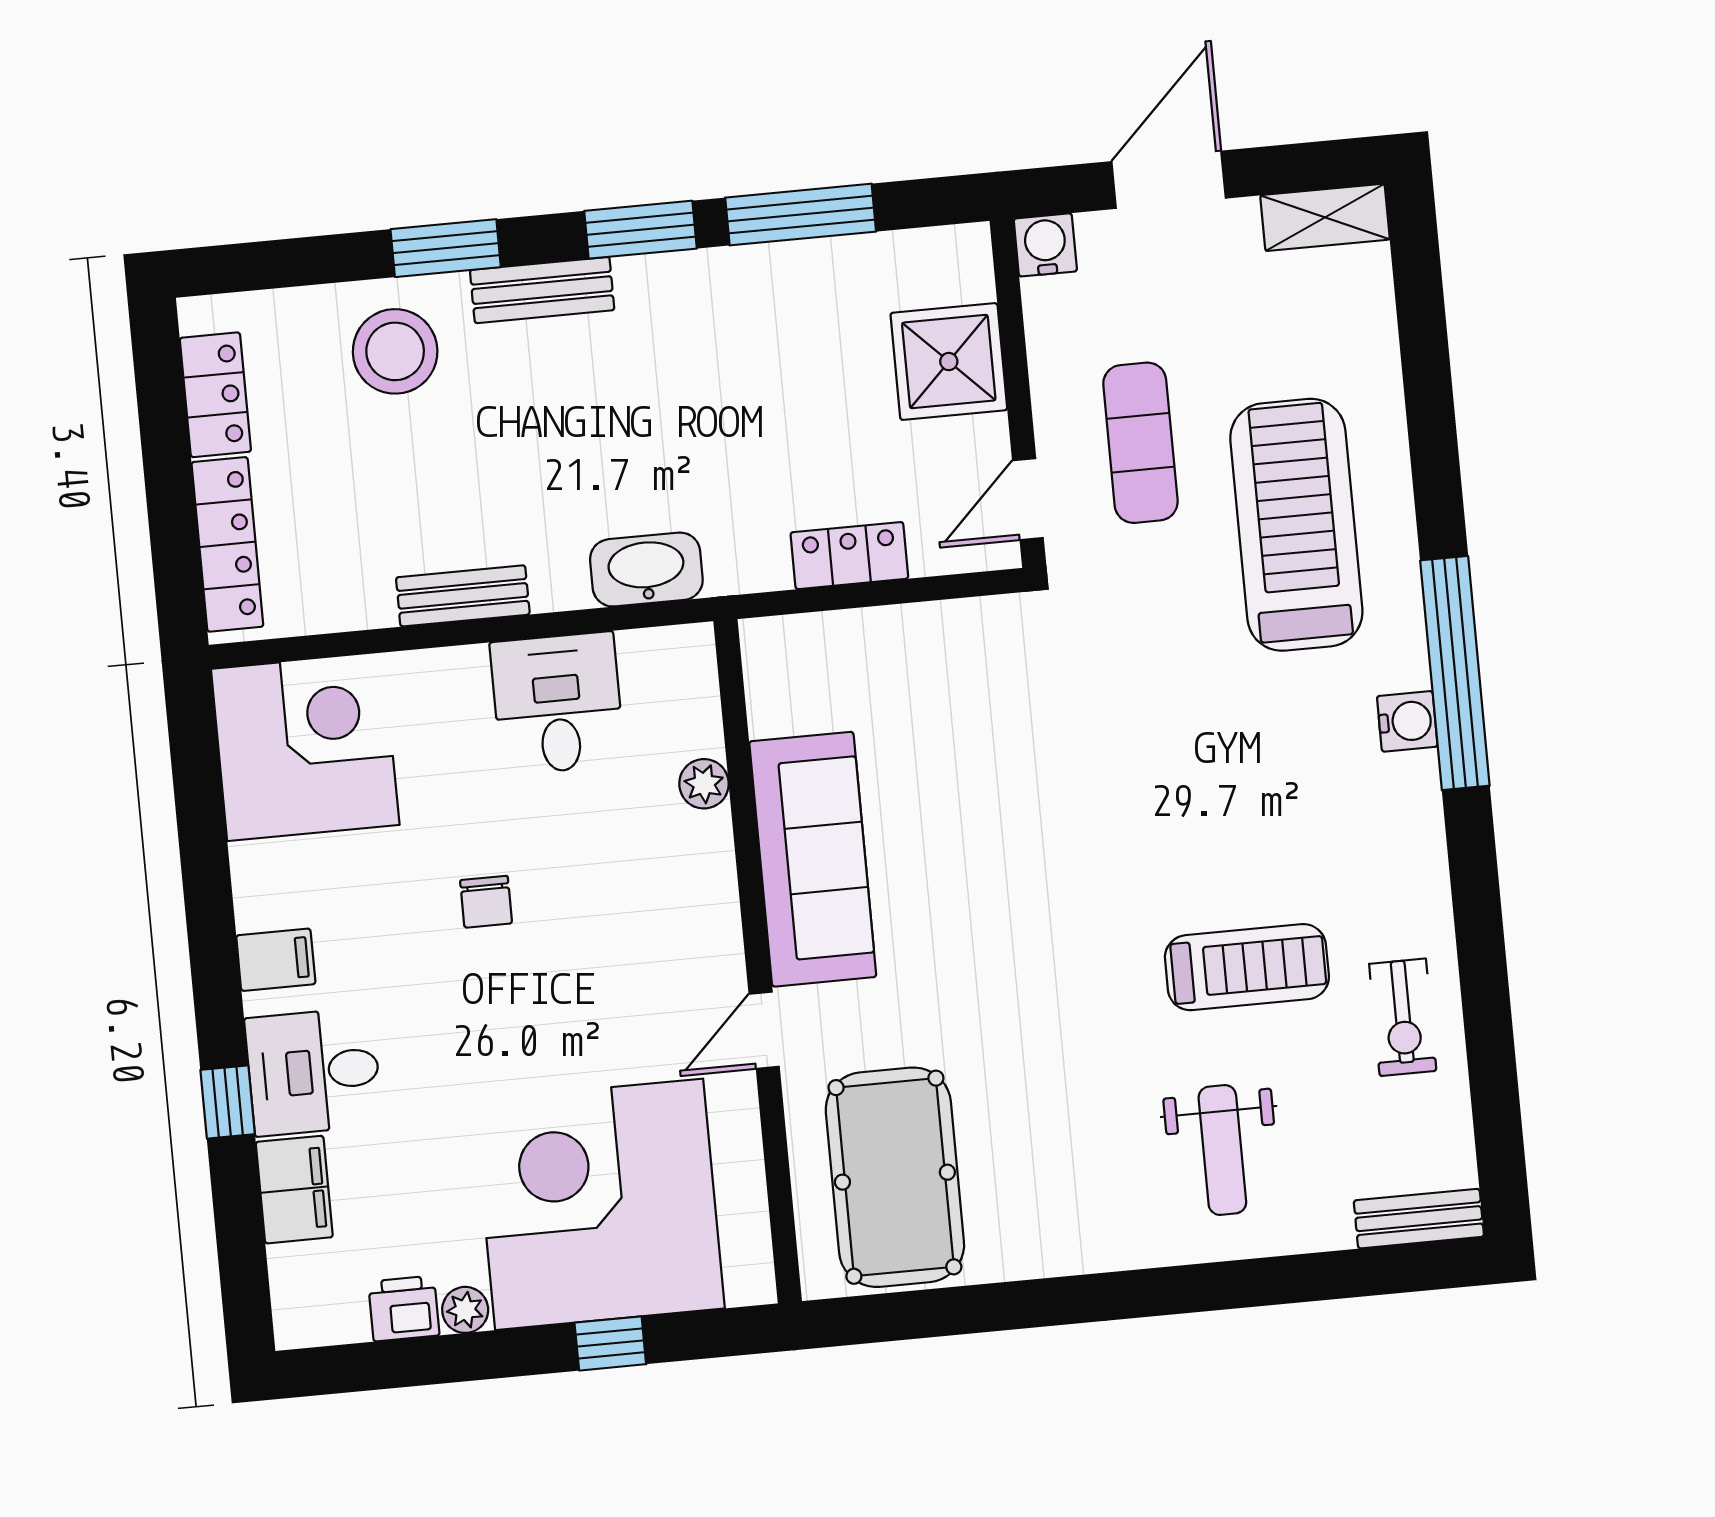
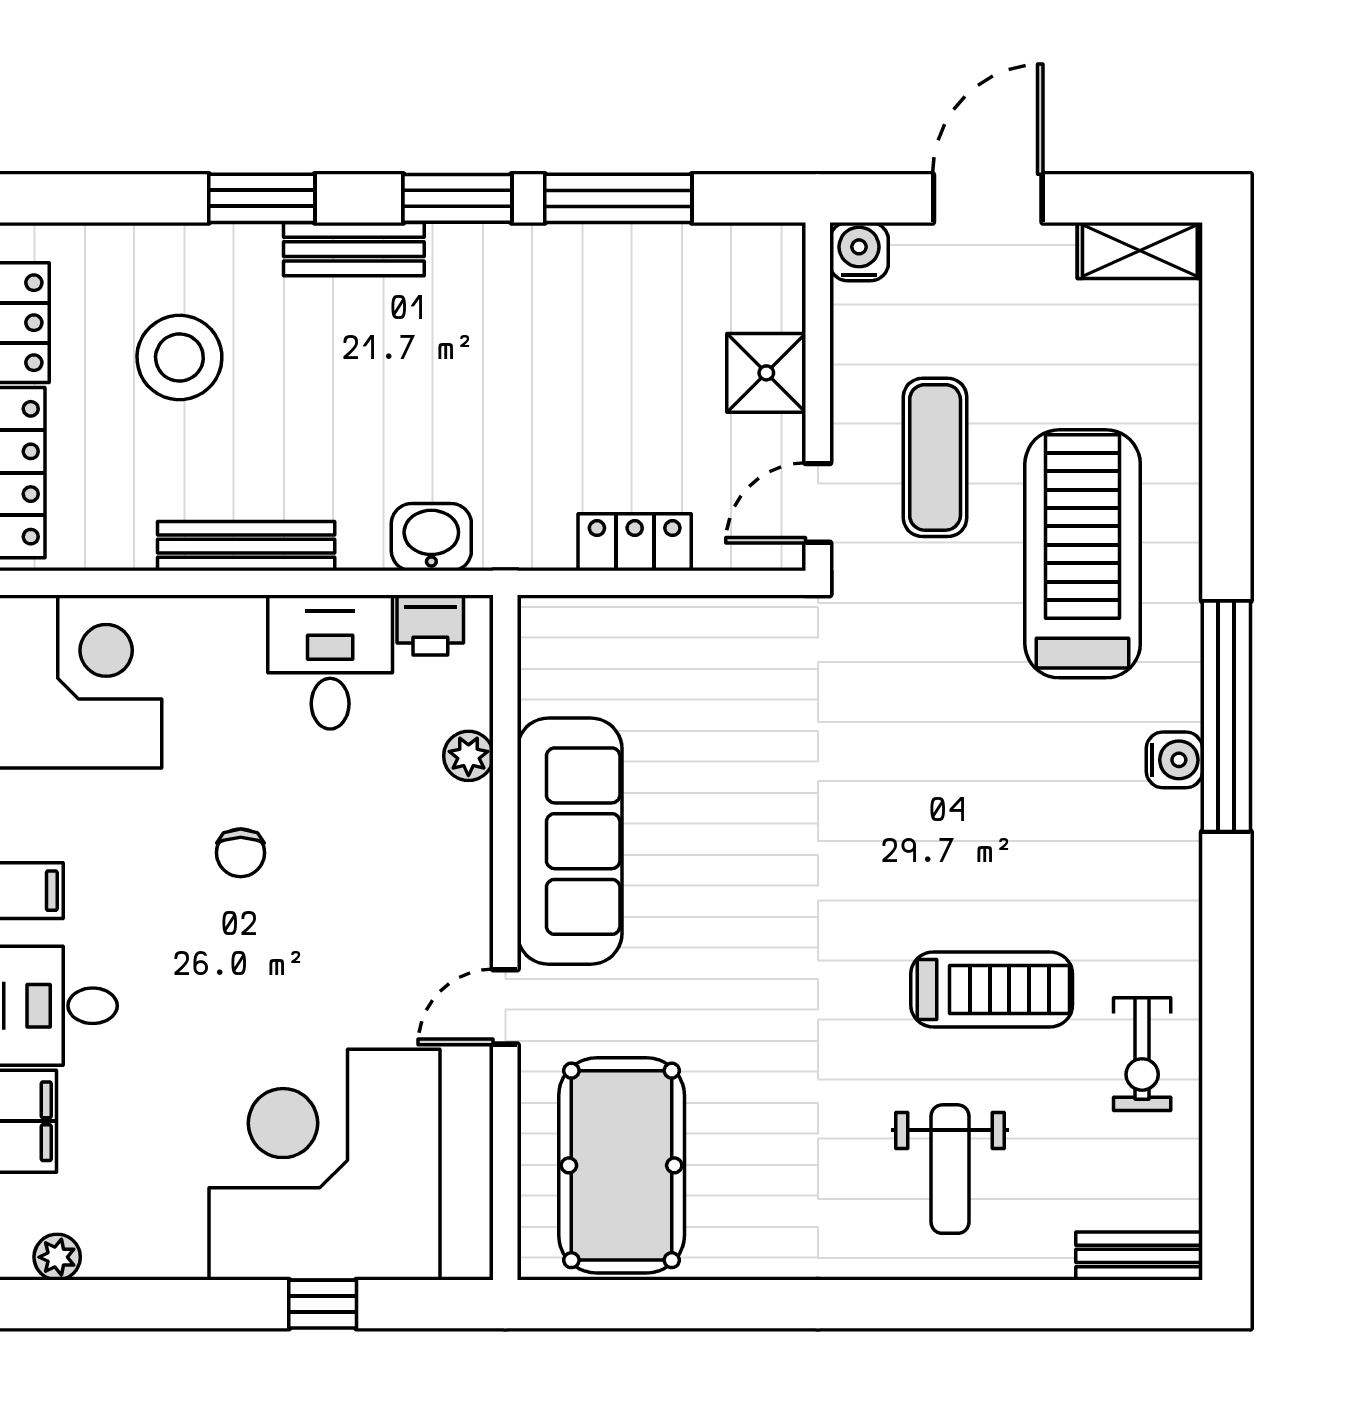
stool: (395, 351) -> (179, 358), moved
shower: (949, 362) -> (766, 373), width x0.73, depth x0.73
washbasin: (646, 570) -> (431, 537), width x0.72
bench: (463, 596) -> (246, 546), width x1.36
printer: (404, 1309) -> (430, 625), moved, turned 180
plant: (465, 1310) -> (57, 1257), moved

